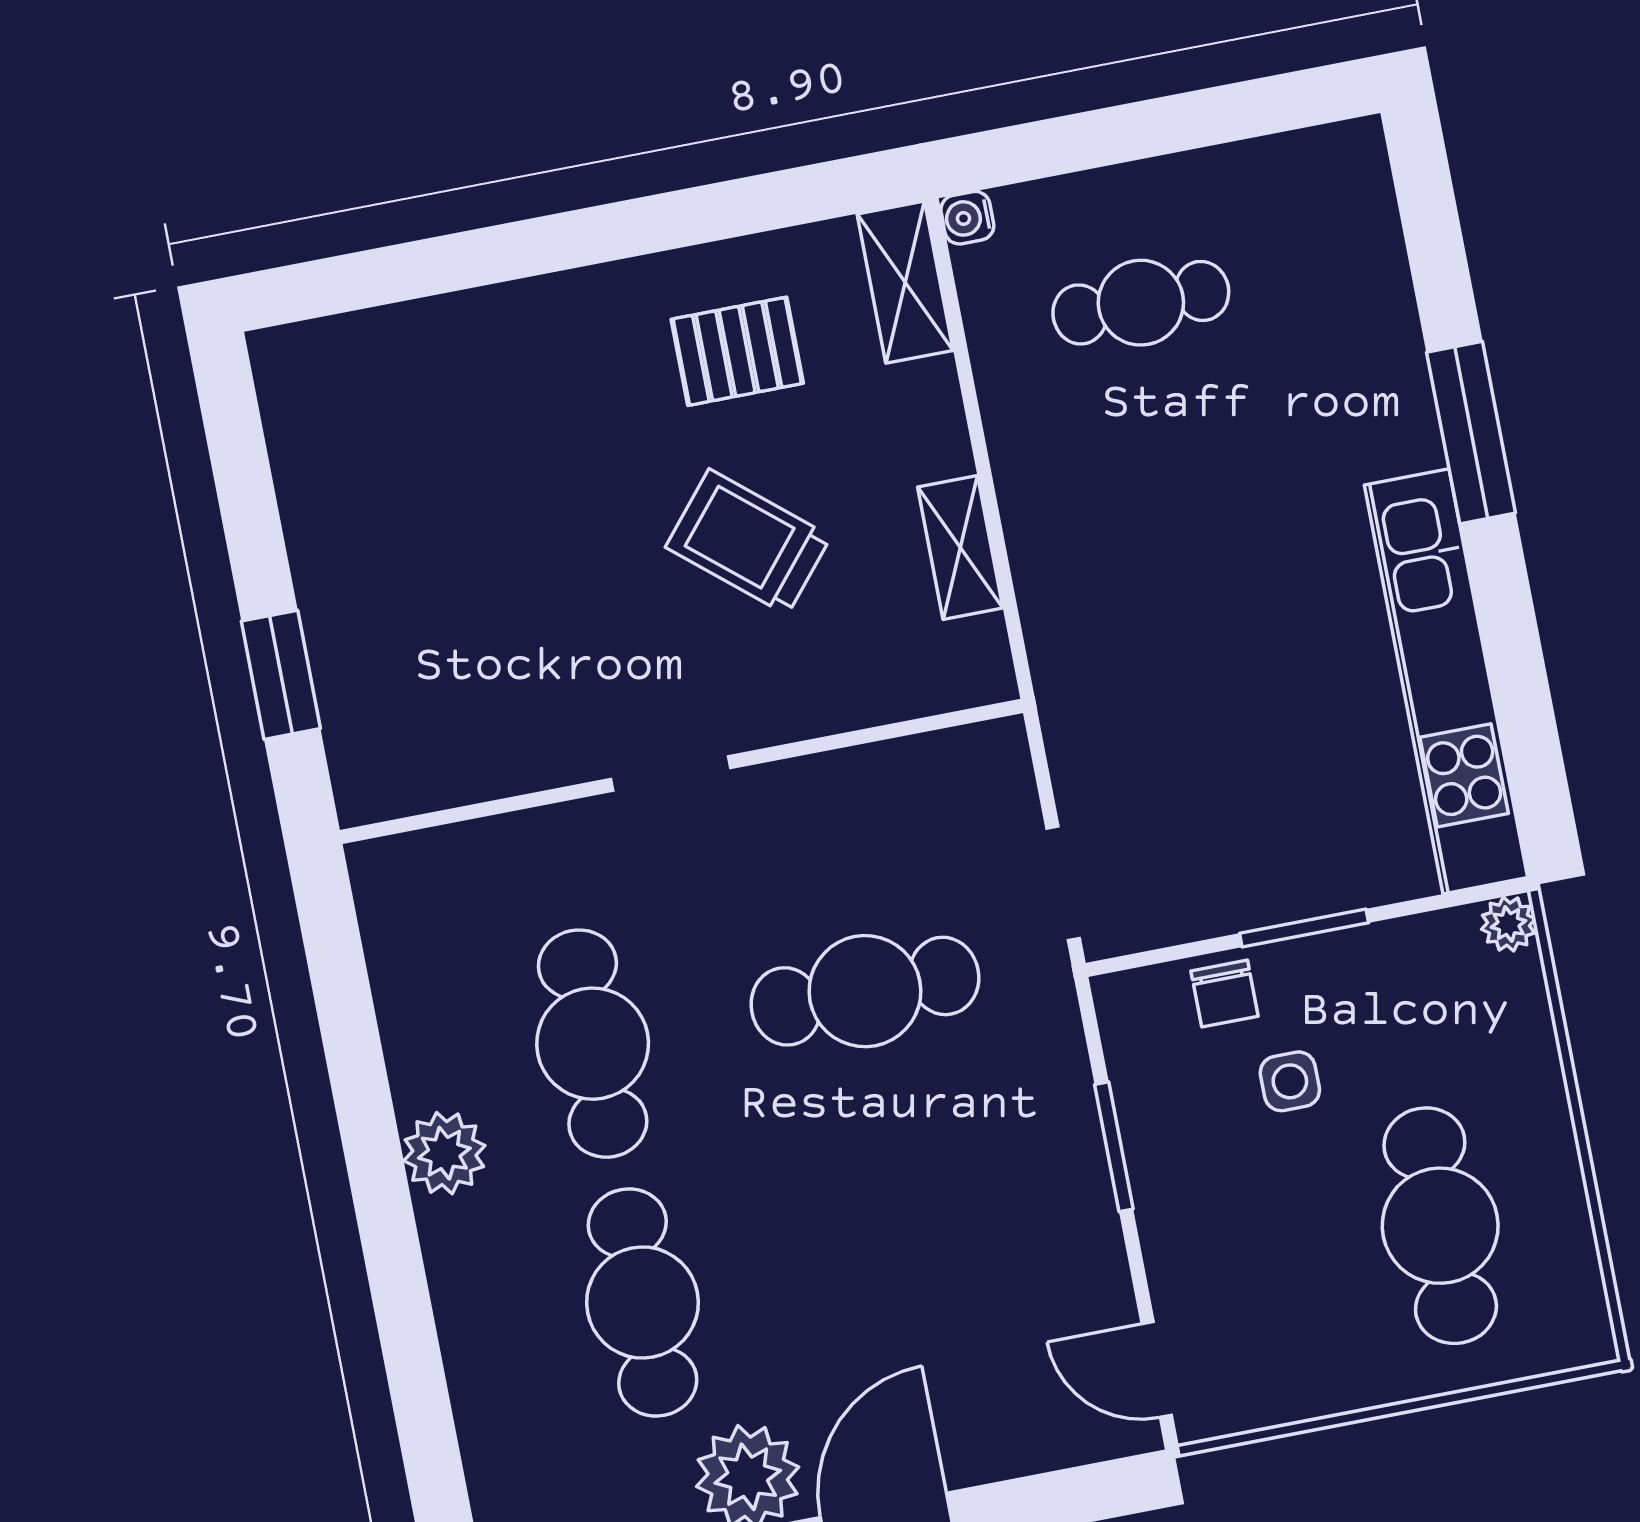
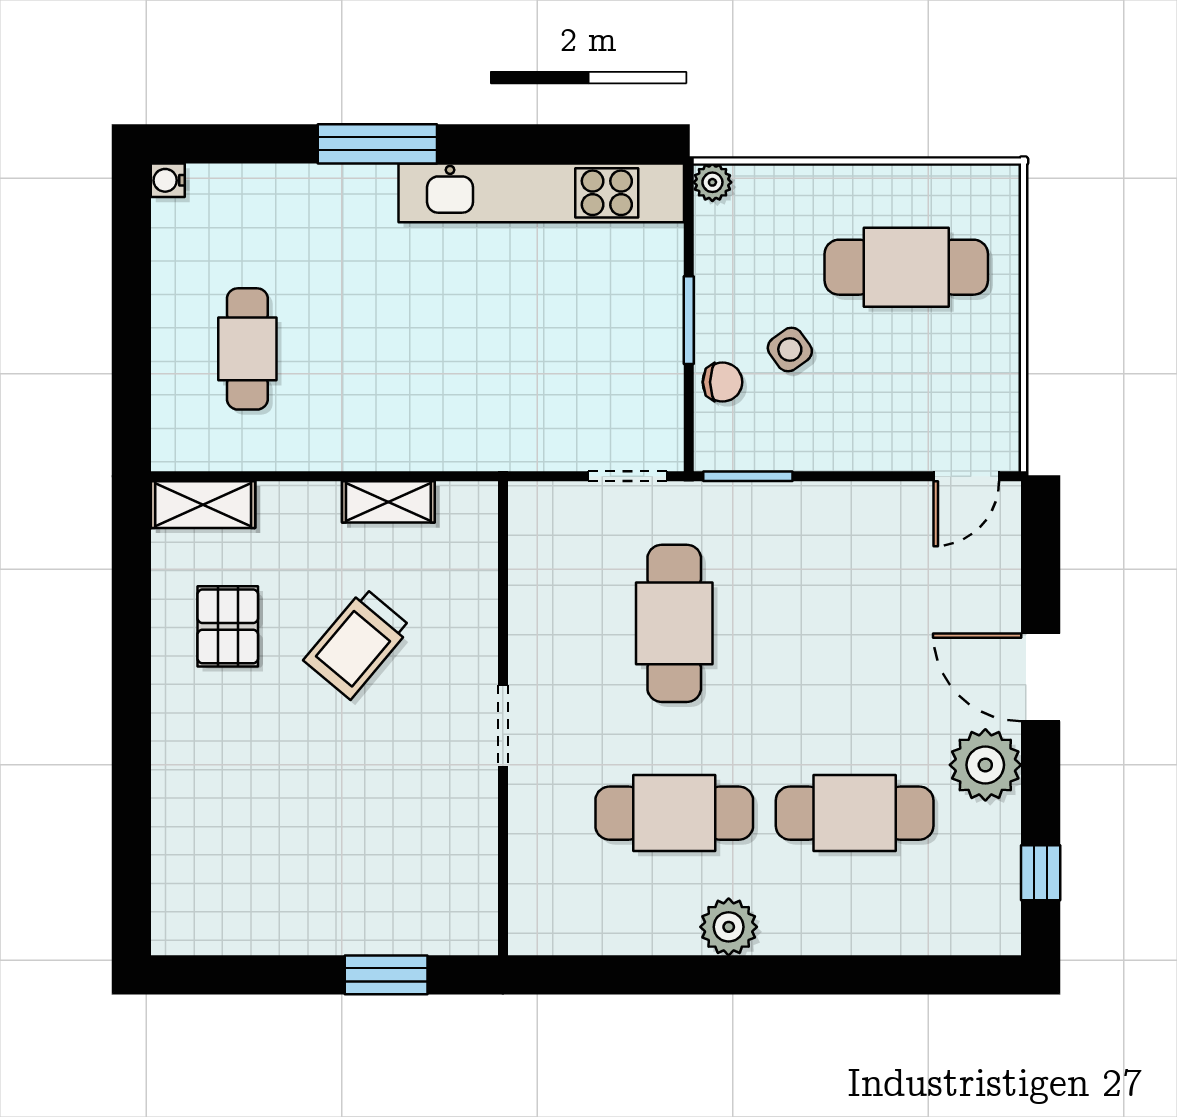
water cooler: (967, 218) -> (168, 180), moved, turned 90
side table: (1290, 1081) -> (790, 349), turned -36
window: (1114, 1147) -> (748, 476), moved

